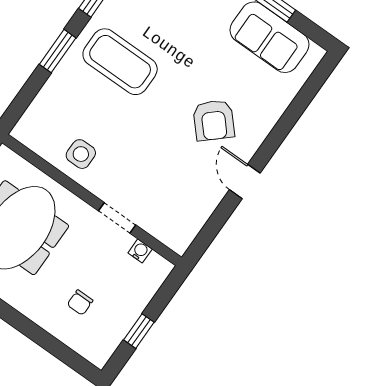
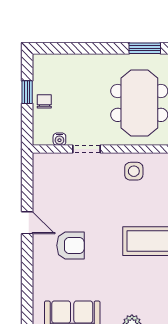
armchair: (214, 120) -> (70, 245), turned 132
chair: (80, 302) -> (44, 101), moved

